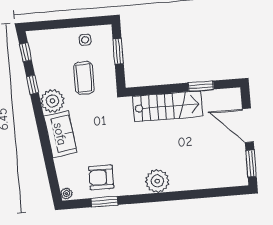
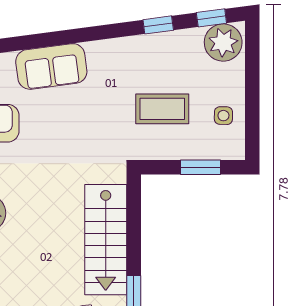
plant: (52, 101) -> (223, 42), moved
sofa: (60, 134) -> (51, 66), moved

